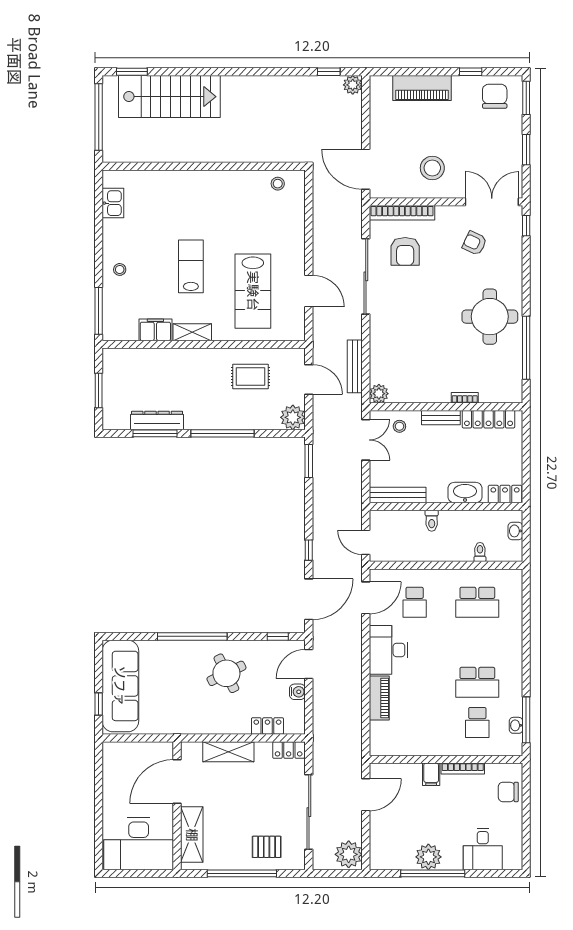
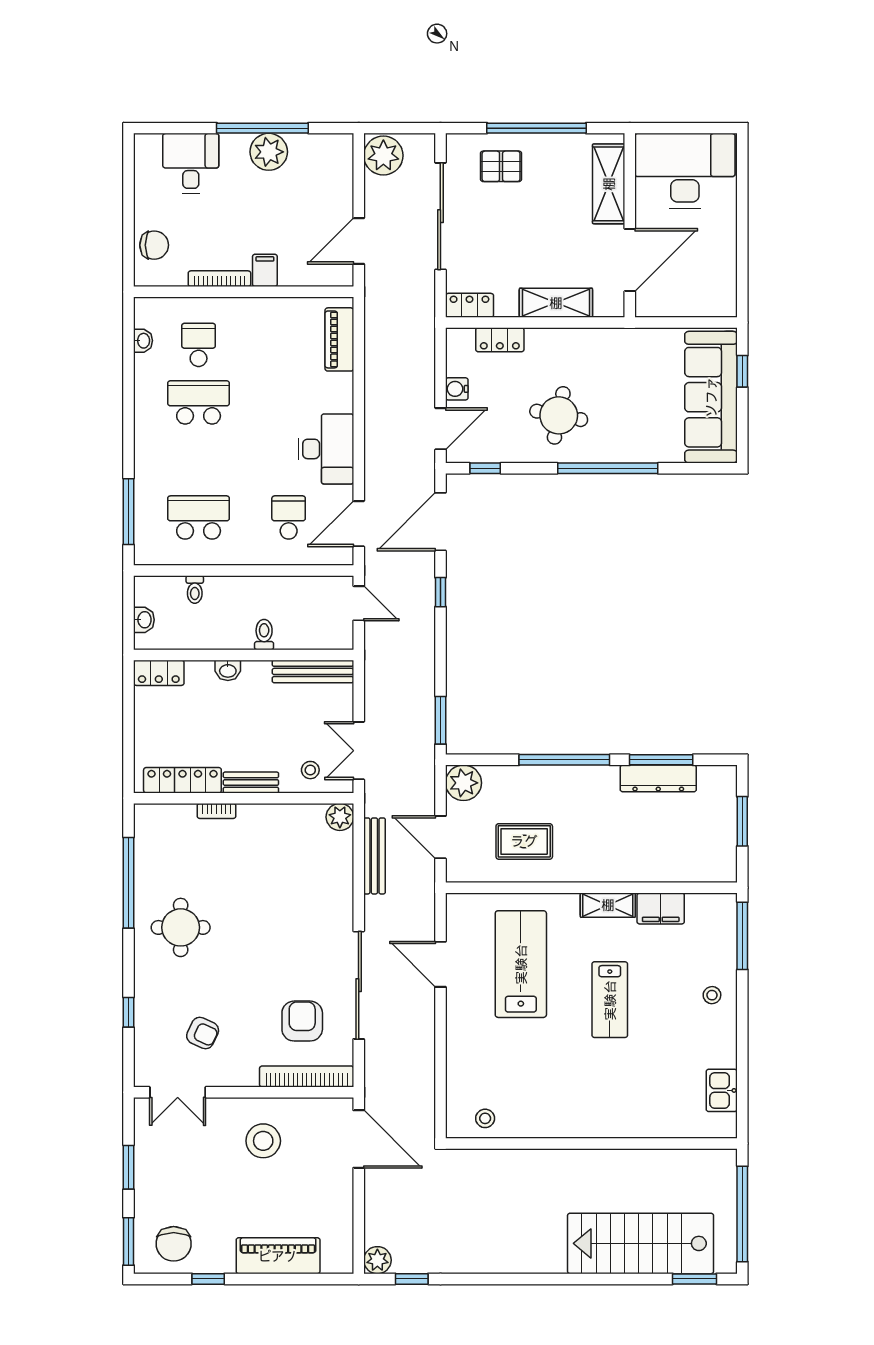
double door: (492, 202) -> (178, 1092), width x0.73
window: (526, 226) -> (129, 1012), moved
round table: (490, 317) -> (181, 927), width x0.73, depth x0.73
washbasin: (465, 493) -> (228, 670), width x0.52, depth x0.69
round table: (226, 673) -> (559, 415), turned 37
piano: (379, 698) -> (339, 339), moved
window: (526, 720) -> (129, 512), moved

